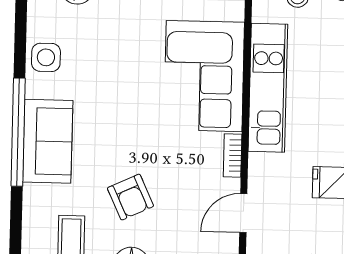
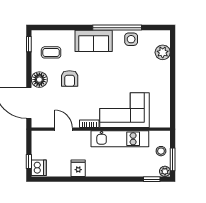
window: (18, 132) -> (117, 28), moved
armchair: (130, 197) -> (70, 79), turned -65

